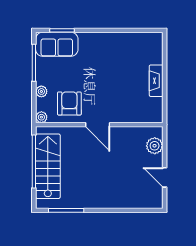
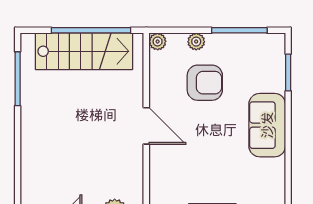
sofa: (57, 44) -> (267, 125), moved
armchair: (69, 103) -> (205, 83), moved
door: (98, 125) -> (146, 126), swing flipped

